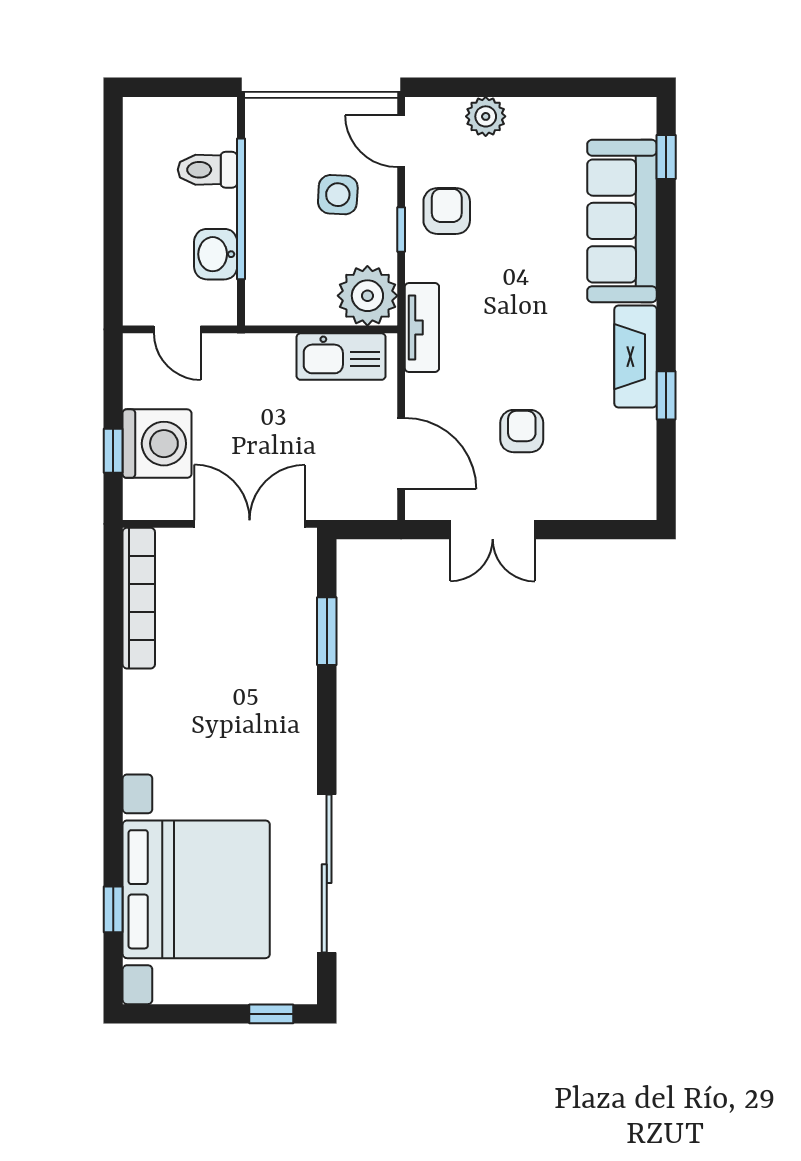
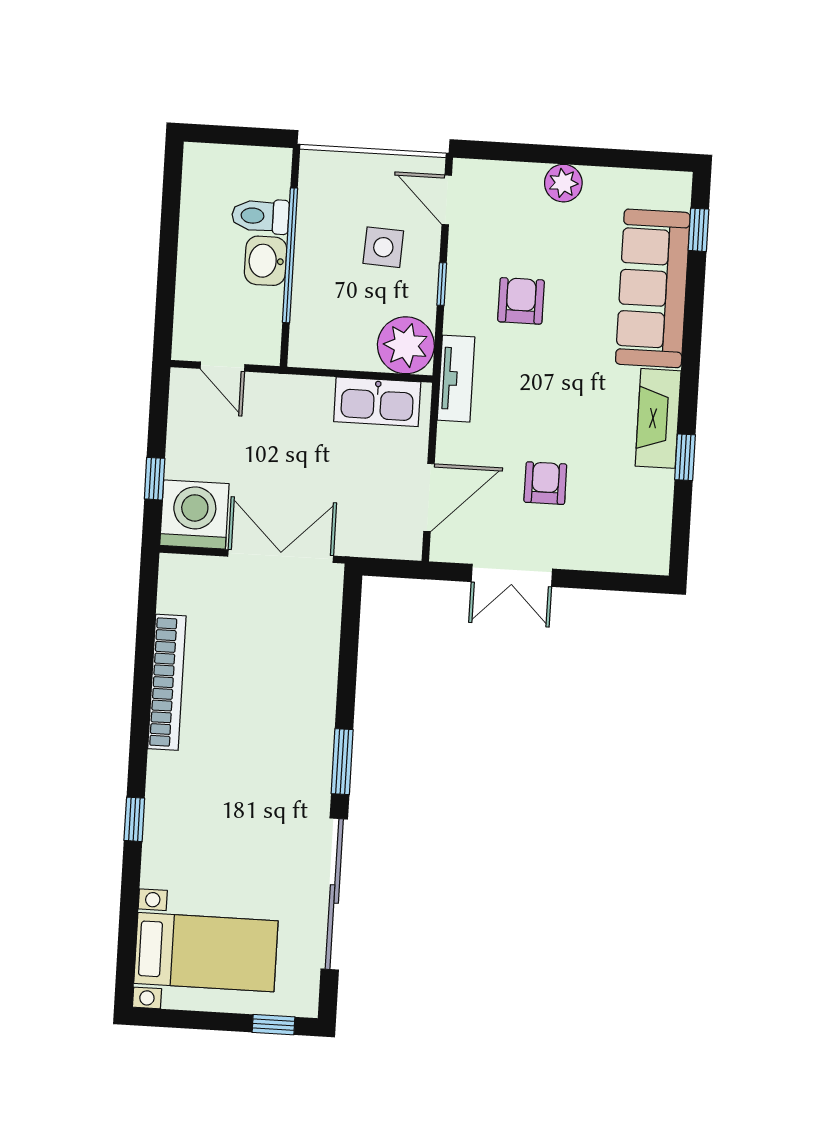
plant: (486, 116) -> (563, 183), moved
armchair: (447, 211) -> (521, 301), moved
washbasin: (216, 254) -> (266, 261), moved
washing machine: (157, 444) -> (194, 514), moved, turned -90
door: (401, 453) -> (429, 498), hinge flipped
bookcase: (139, 598) -> (167, 682), moved
window: (327, 631) -> (342, 762), moved
bed with nightstands: (196, 889) -> (206, 952), width x0.54
window: (113, 909) -> (134, 819), moved

